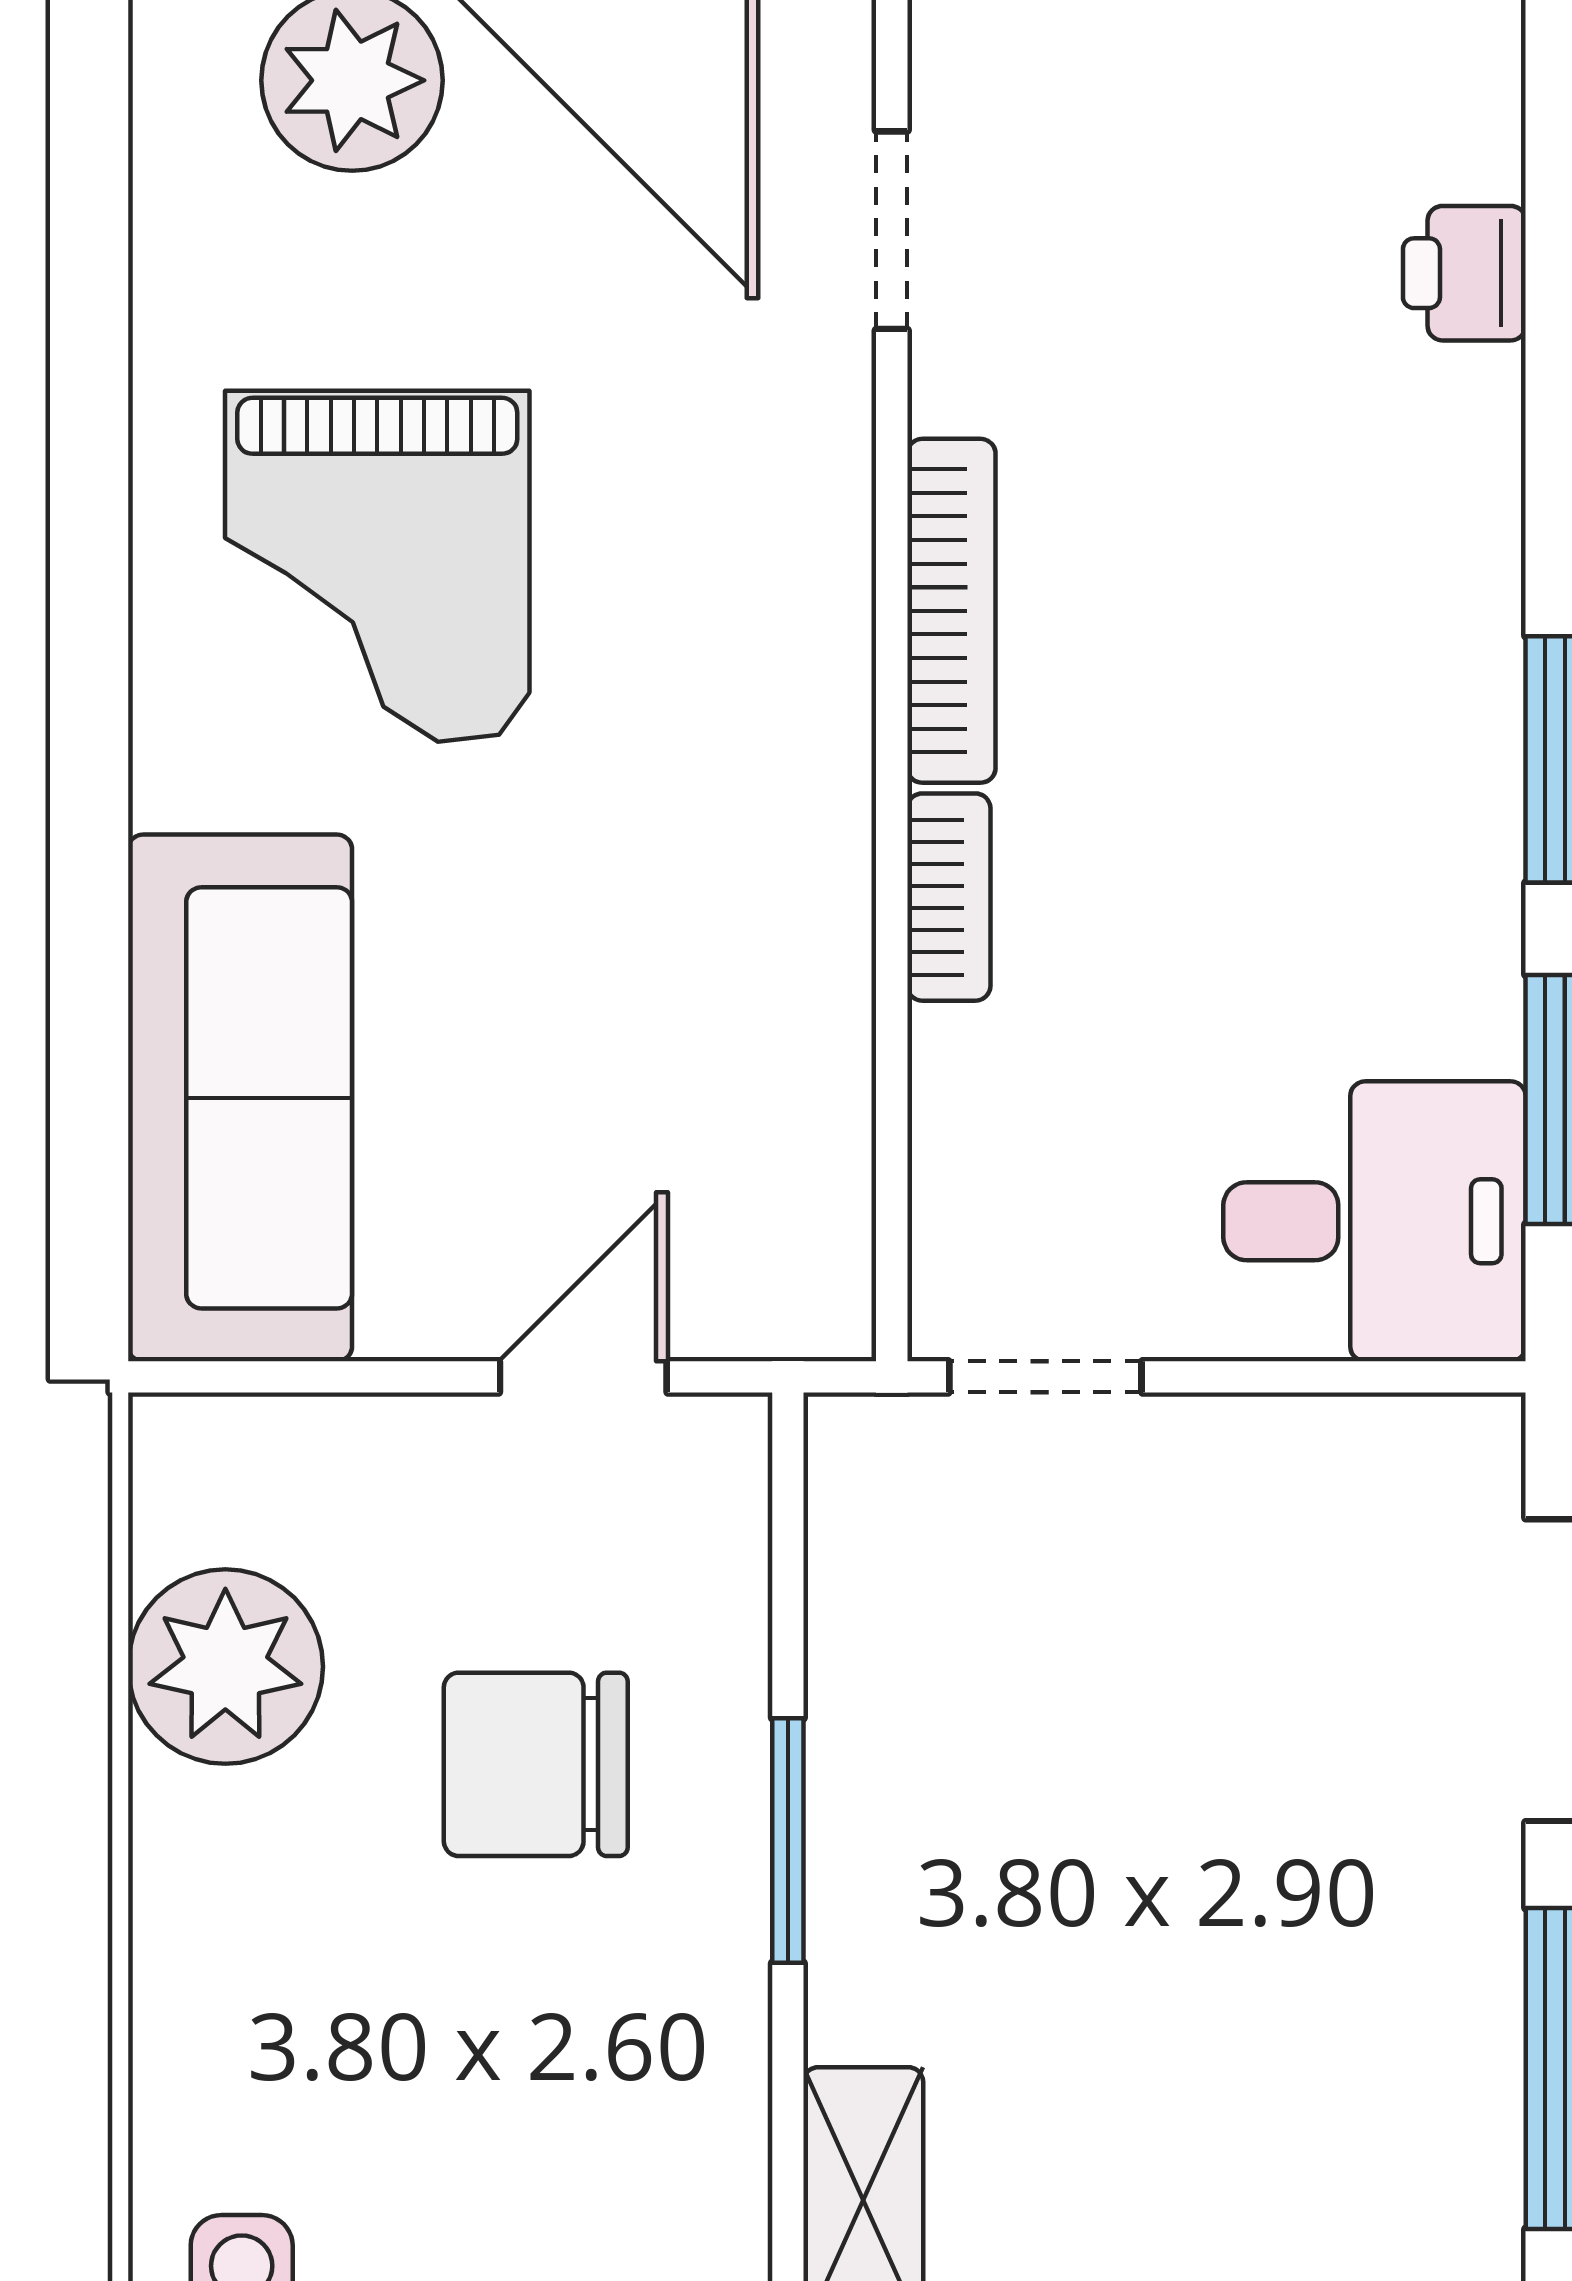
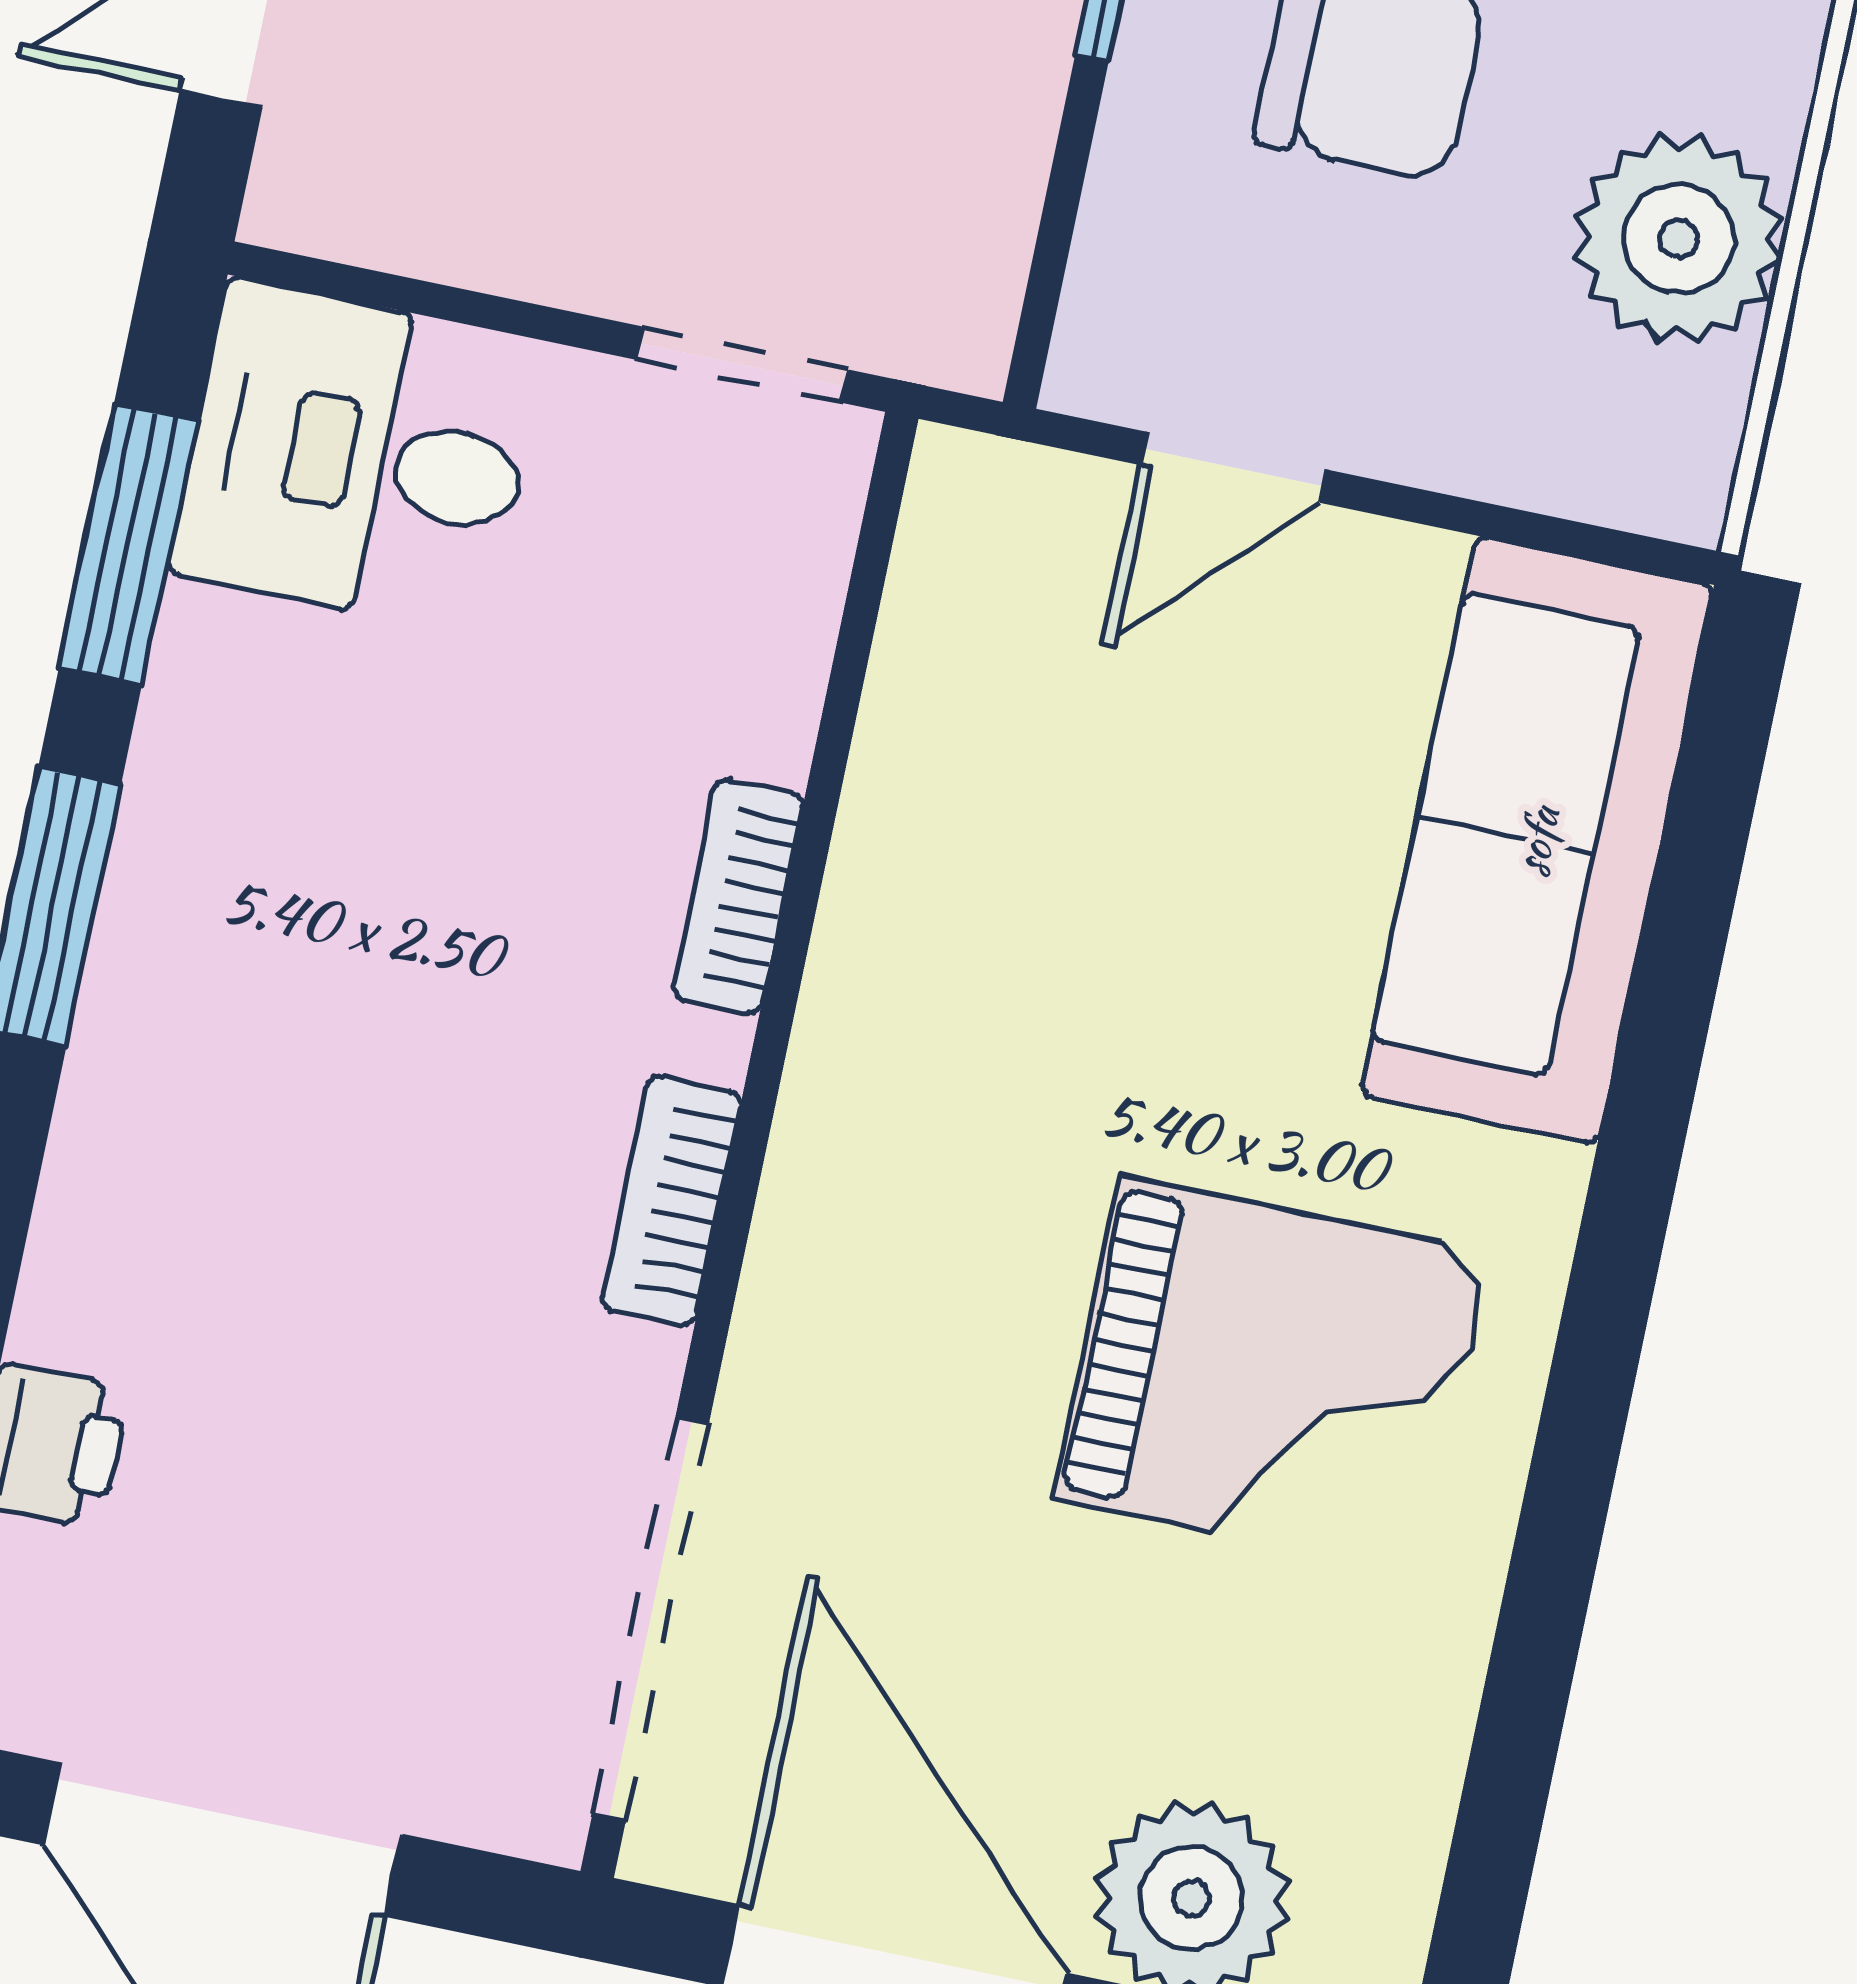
doorway: (892, 230) -> (651, 1619), width x1.88
grand piano: (377, 566) -> (1273, 1376), turned 90
bookcase: (951, 611) -> (672, 1201), width x0.64

